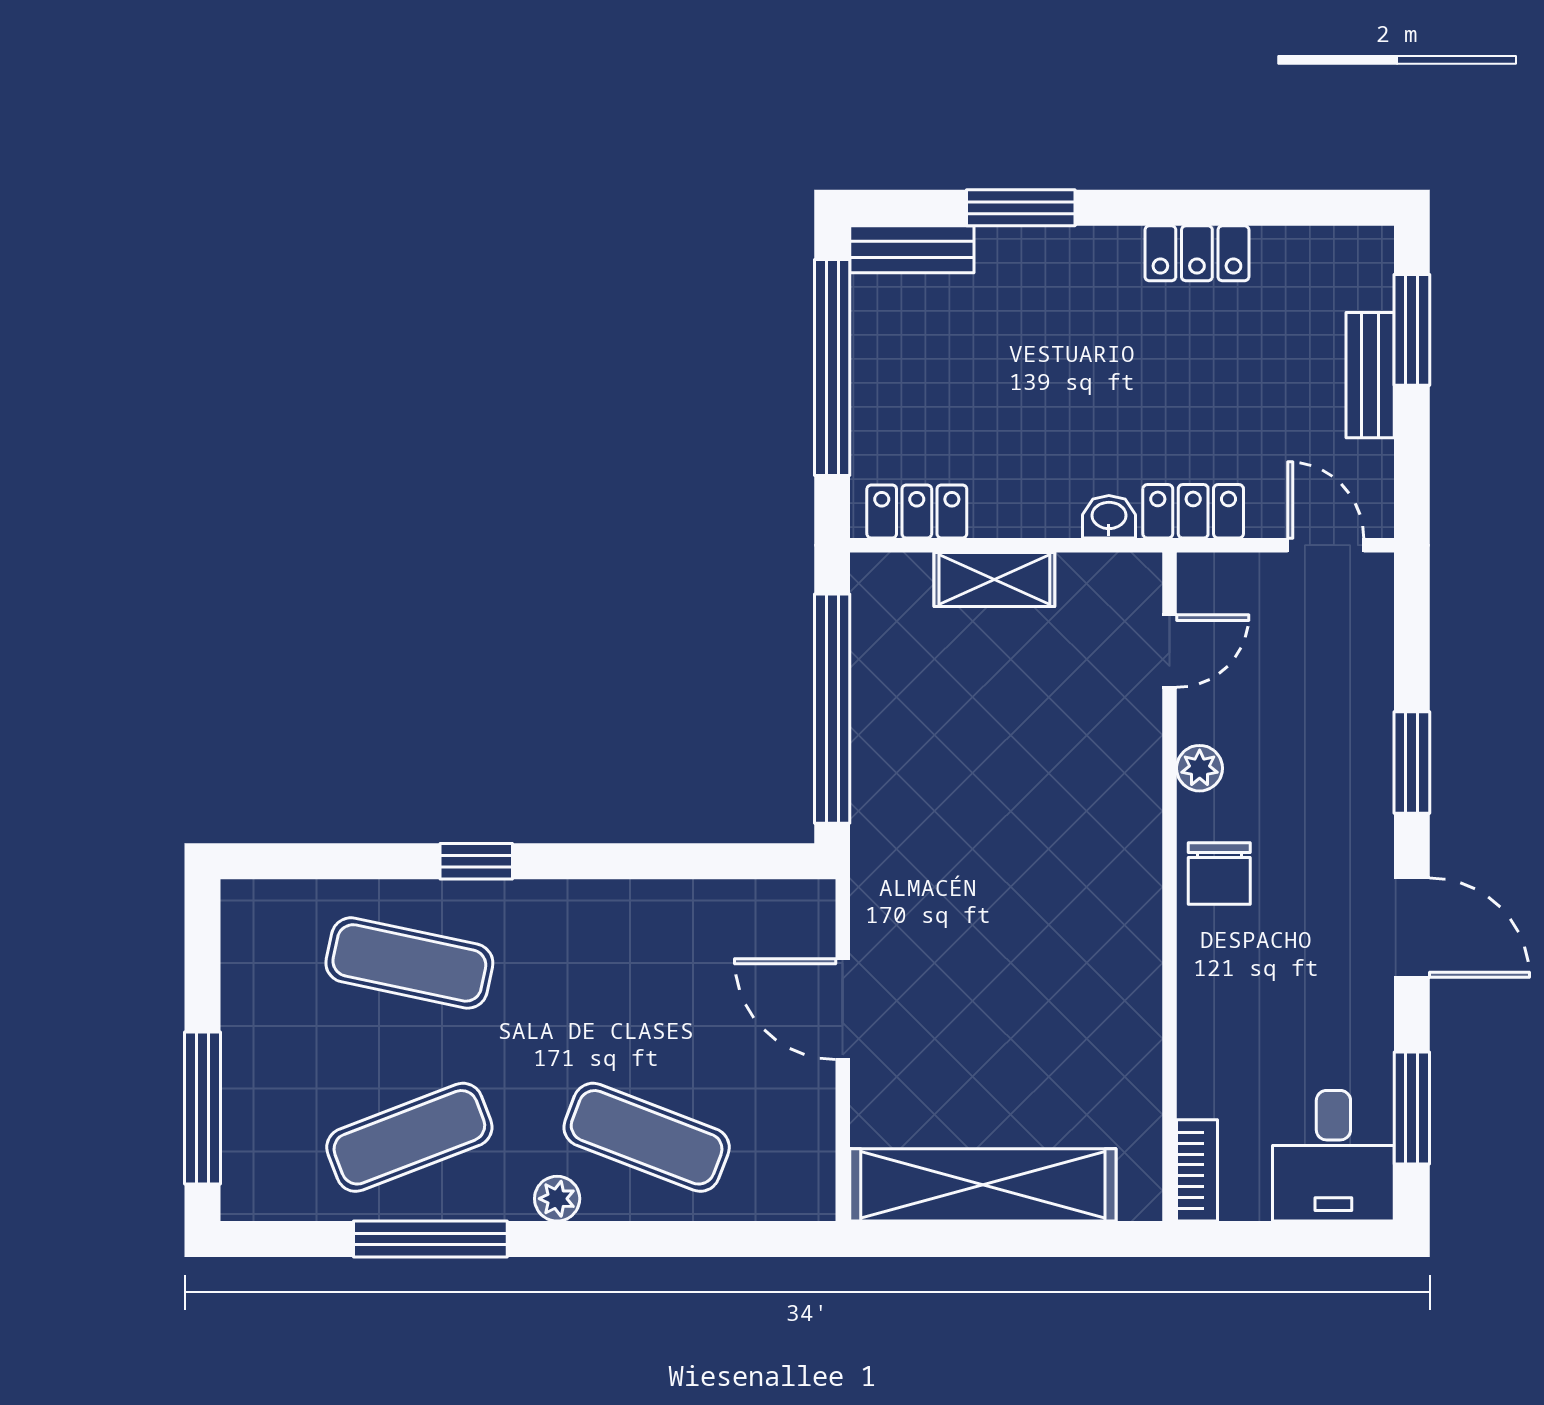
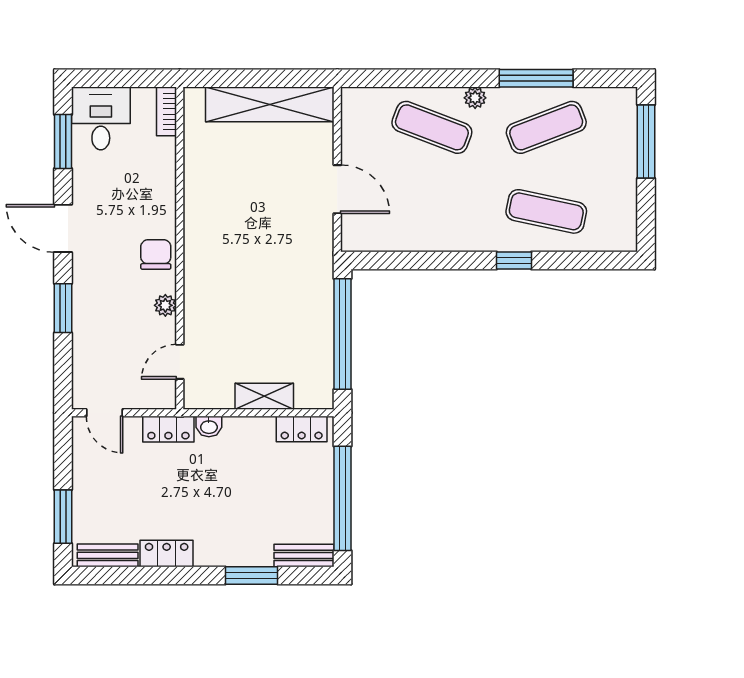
bench: (1370, 375) -> (108, 555), moved, turned 90

